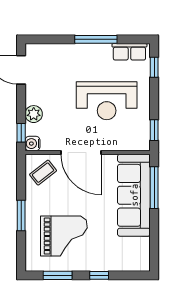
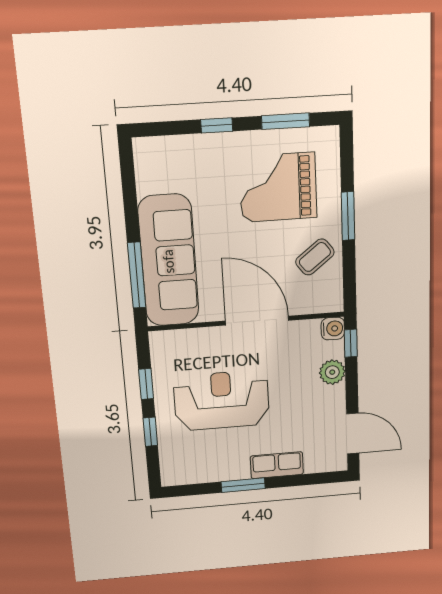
window: (96, 39) -> (243, 485), width x0.69
row of seats: (129, 52) -> (277, 465), moved
window: (154, 67) -> (150, 432), moved
window: (154, 130) -> (146, 384), moved
coffee table: (43, 173) -> (315, 257), moved

